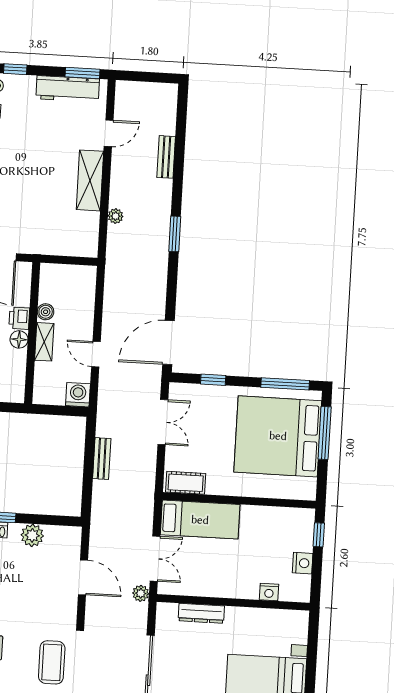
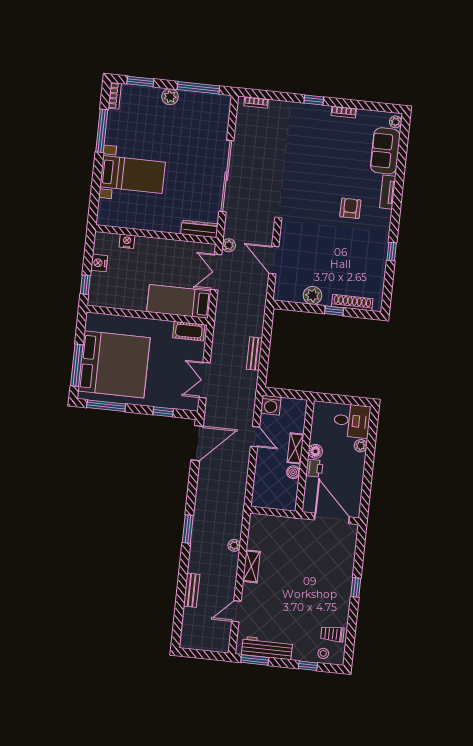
shelving: (90, 180) -> (251, 566), width x0.67, depth x0.75
dresser: (201, 613) -> (199, 229), moved
coffee table: (52, 662) -> (302, 194), removed

